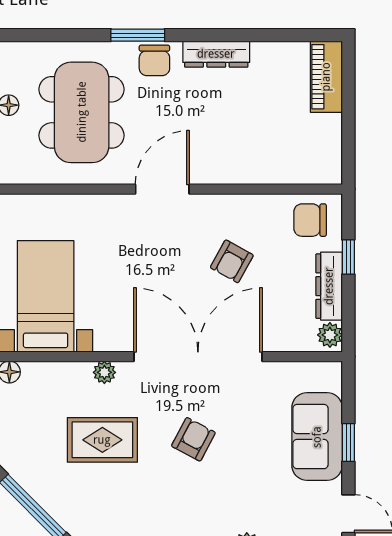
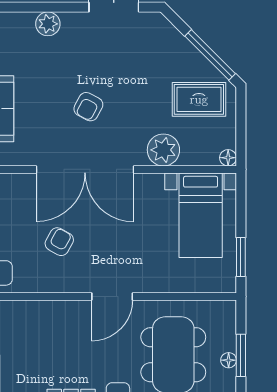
plant: (104, 372) -> (163, 150), width x1.88, depth x1.88
rug: (102, 440) -> (199, 99), moved

